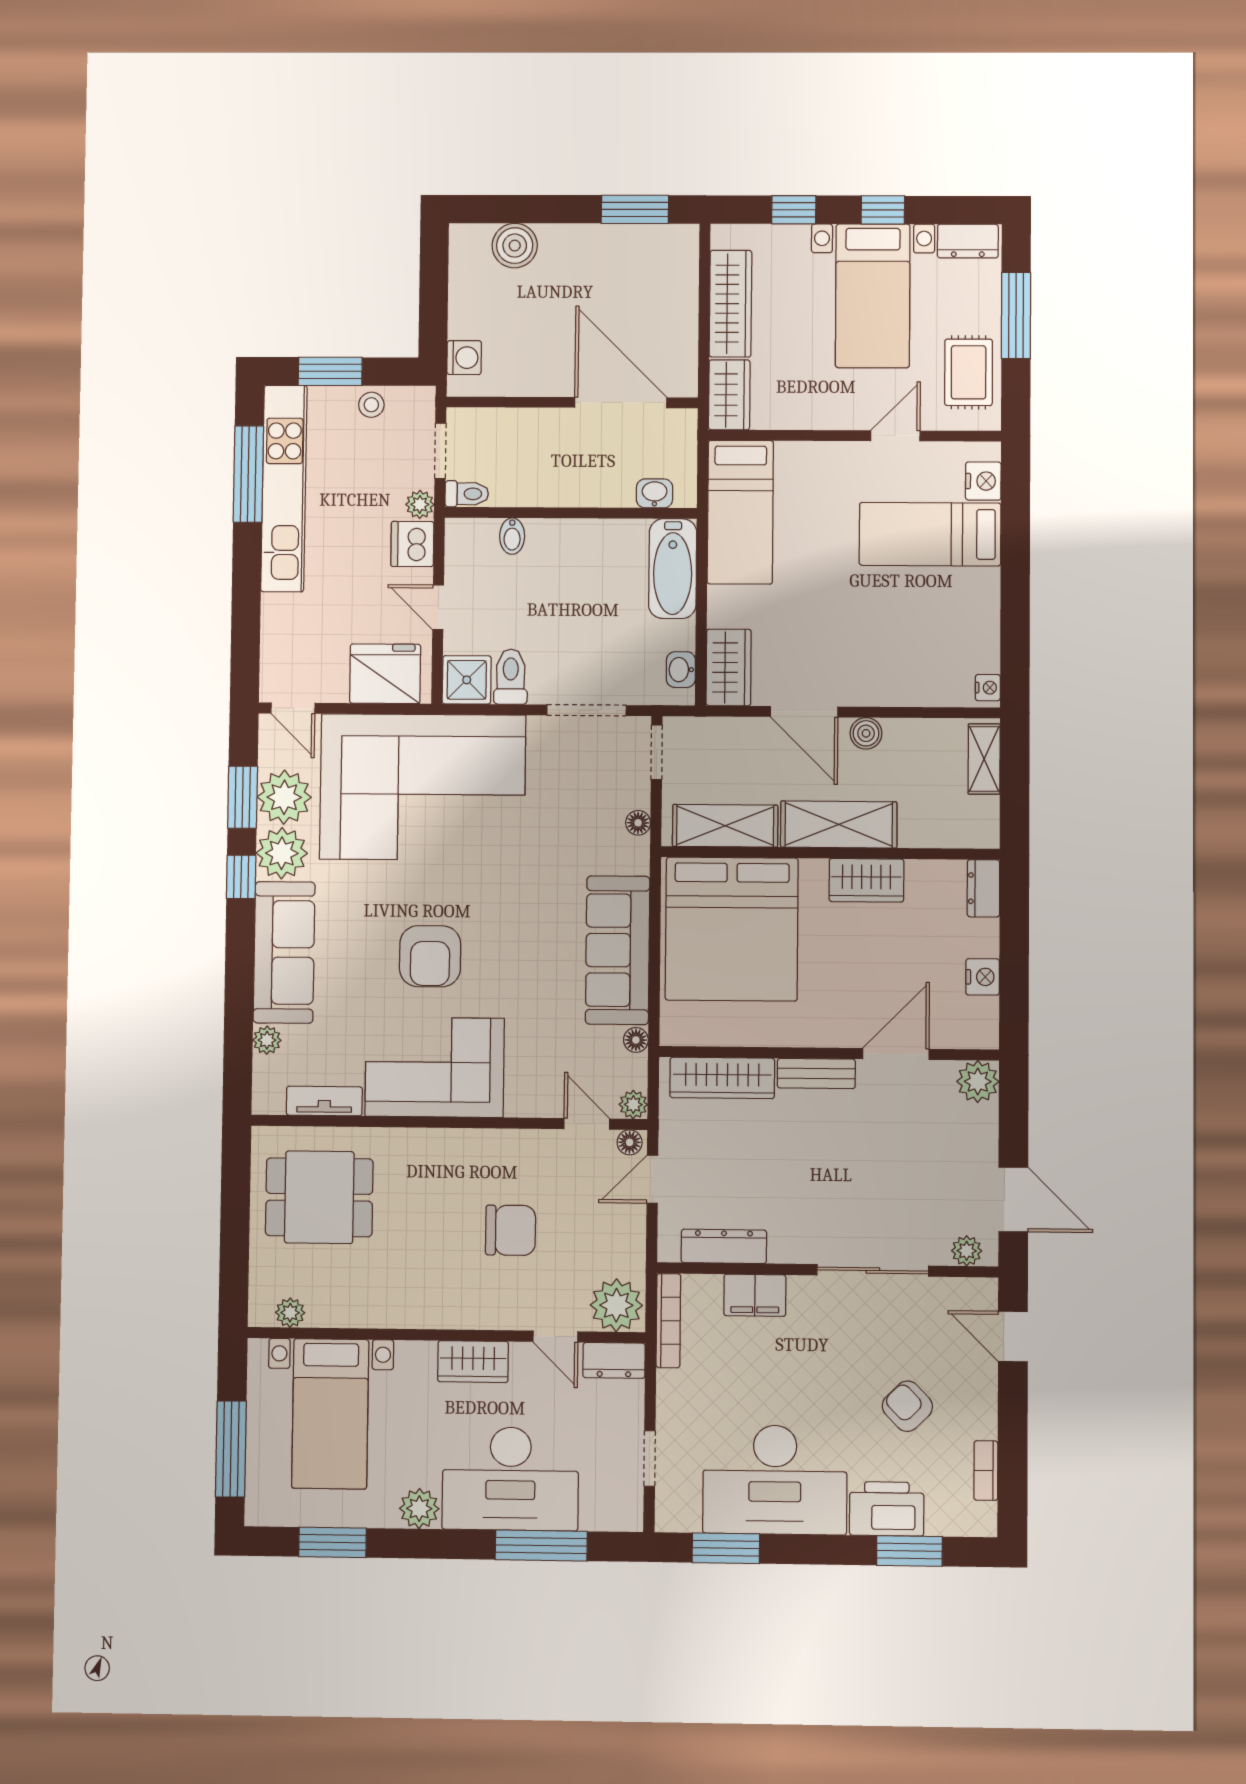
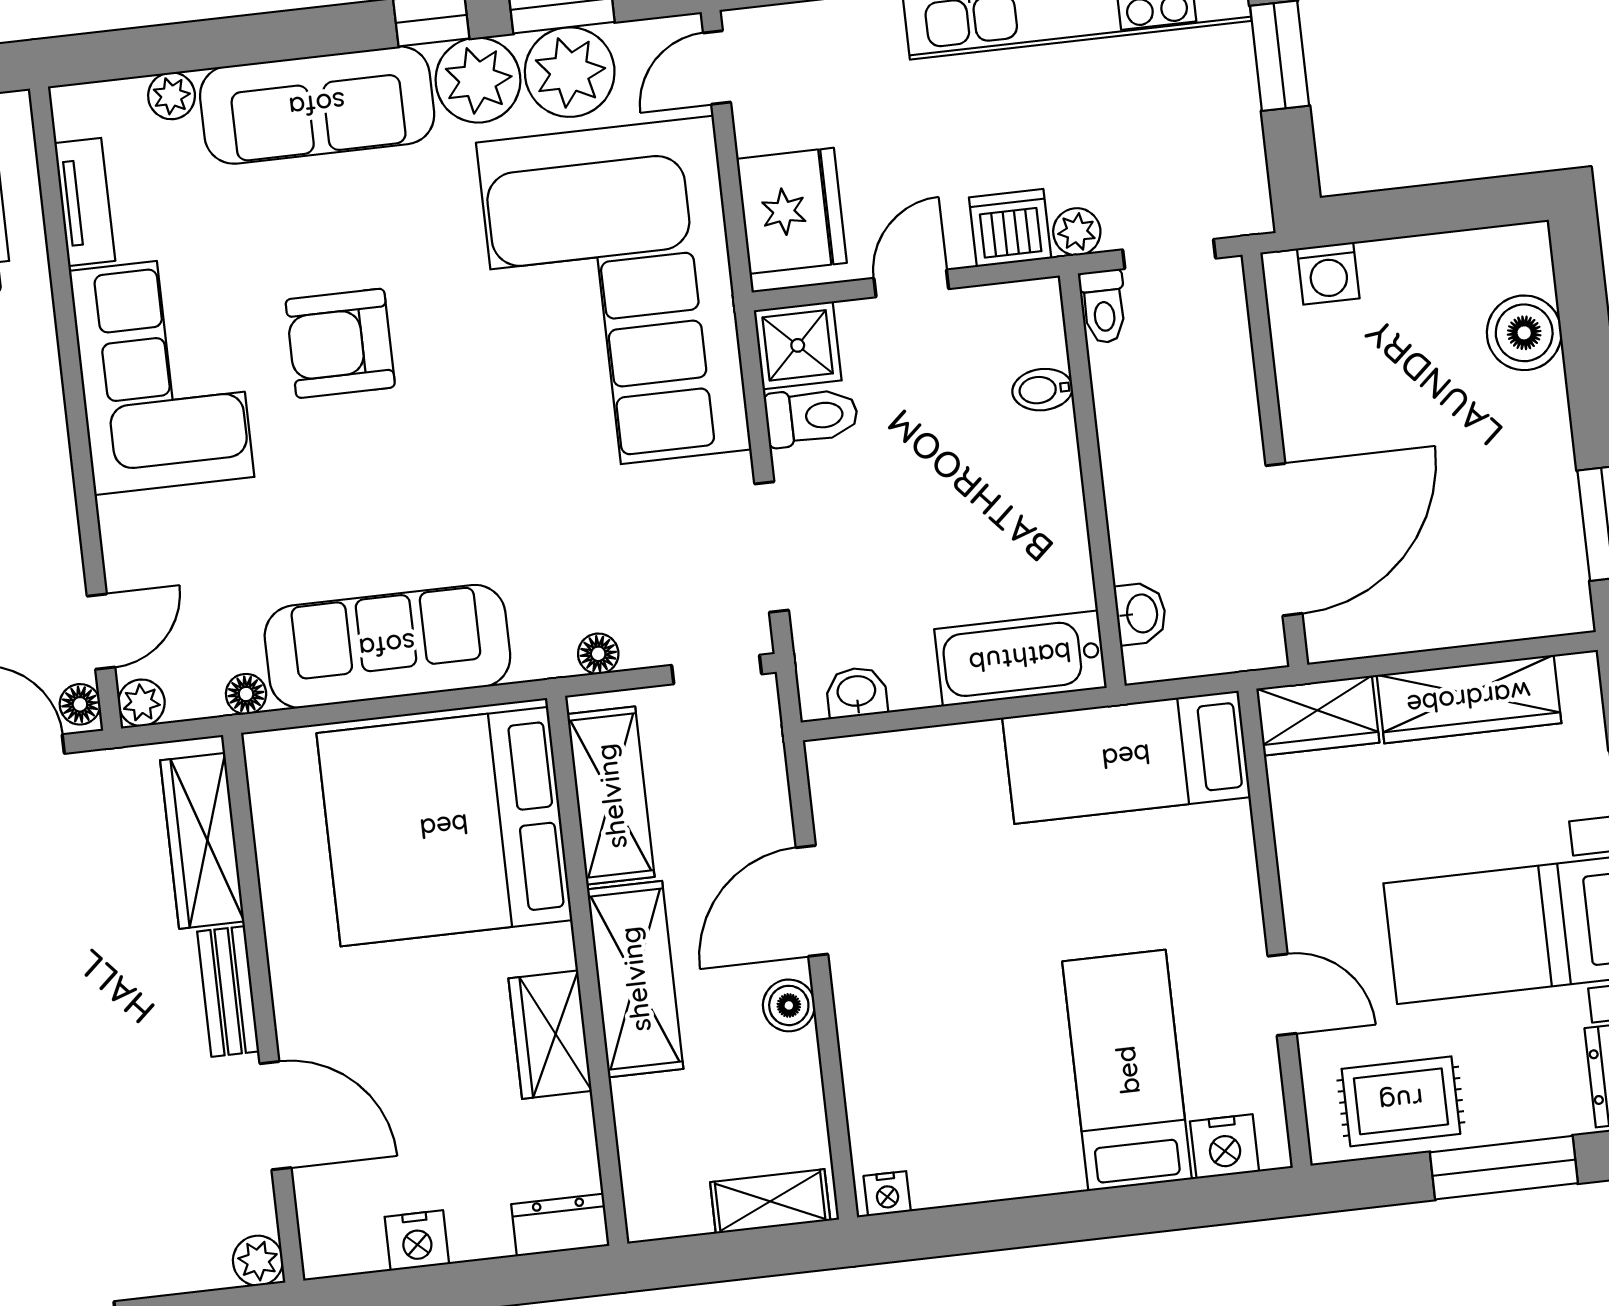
stool: (371, 405) -> (1232, 131), removed
wardrobe: (729, 667) -> (869, 770), removed
plant: (978, 1082) -> (258, 1261), width x0.73, depth x0.73

